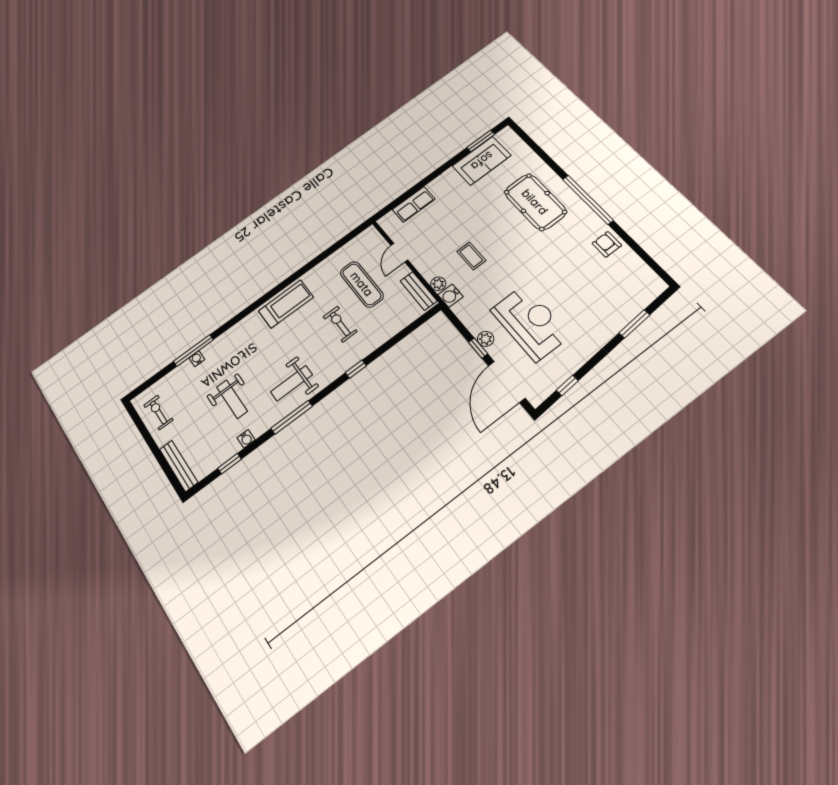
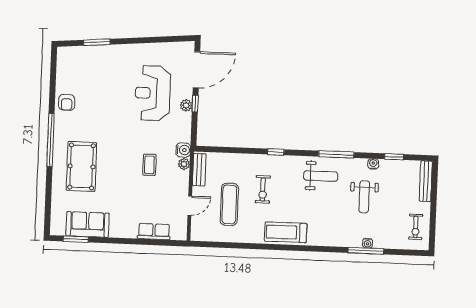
window: (567, 385) -> (165, 39), removed
weight bench: (232, 399) -> (364, 197), turned 180

